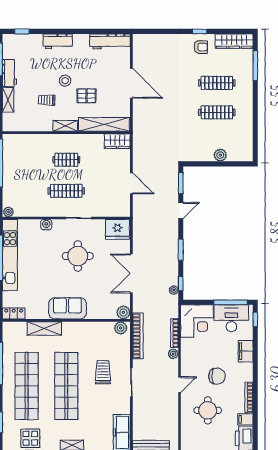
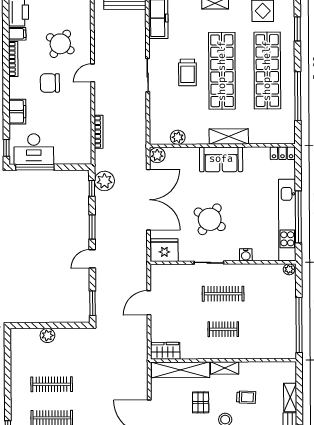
pallet: (87, 96) -> (201, 402), turned 90
door: (131, 183) -> (149, 303), hinge flipped
door: (181, 210) -> (92, 259), moved
round table: (78, 256) -> (210, 219), turned 33
double door: (131, 273) -> (148, 200), width x1.36
plant: (174, 290) -> (104, 181), width x1.88, depth x1.88
corner desk: (197, 321) -> (73, 146), removed
shelving: (44, 328) -> (229, 137), moved
plant: (121, 328) -> (178, 137), moved
bookcase: (138, 336) -> (141, 128), removed
plant: (173, 354) -> (100, 108), removed
trolley: (103, 372) -> (187, 72), moved
round table: (208, 410) -> (60, 44), turned 33

